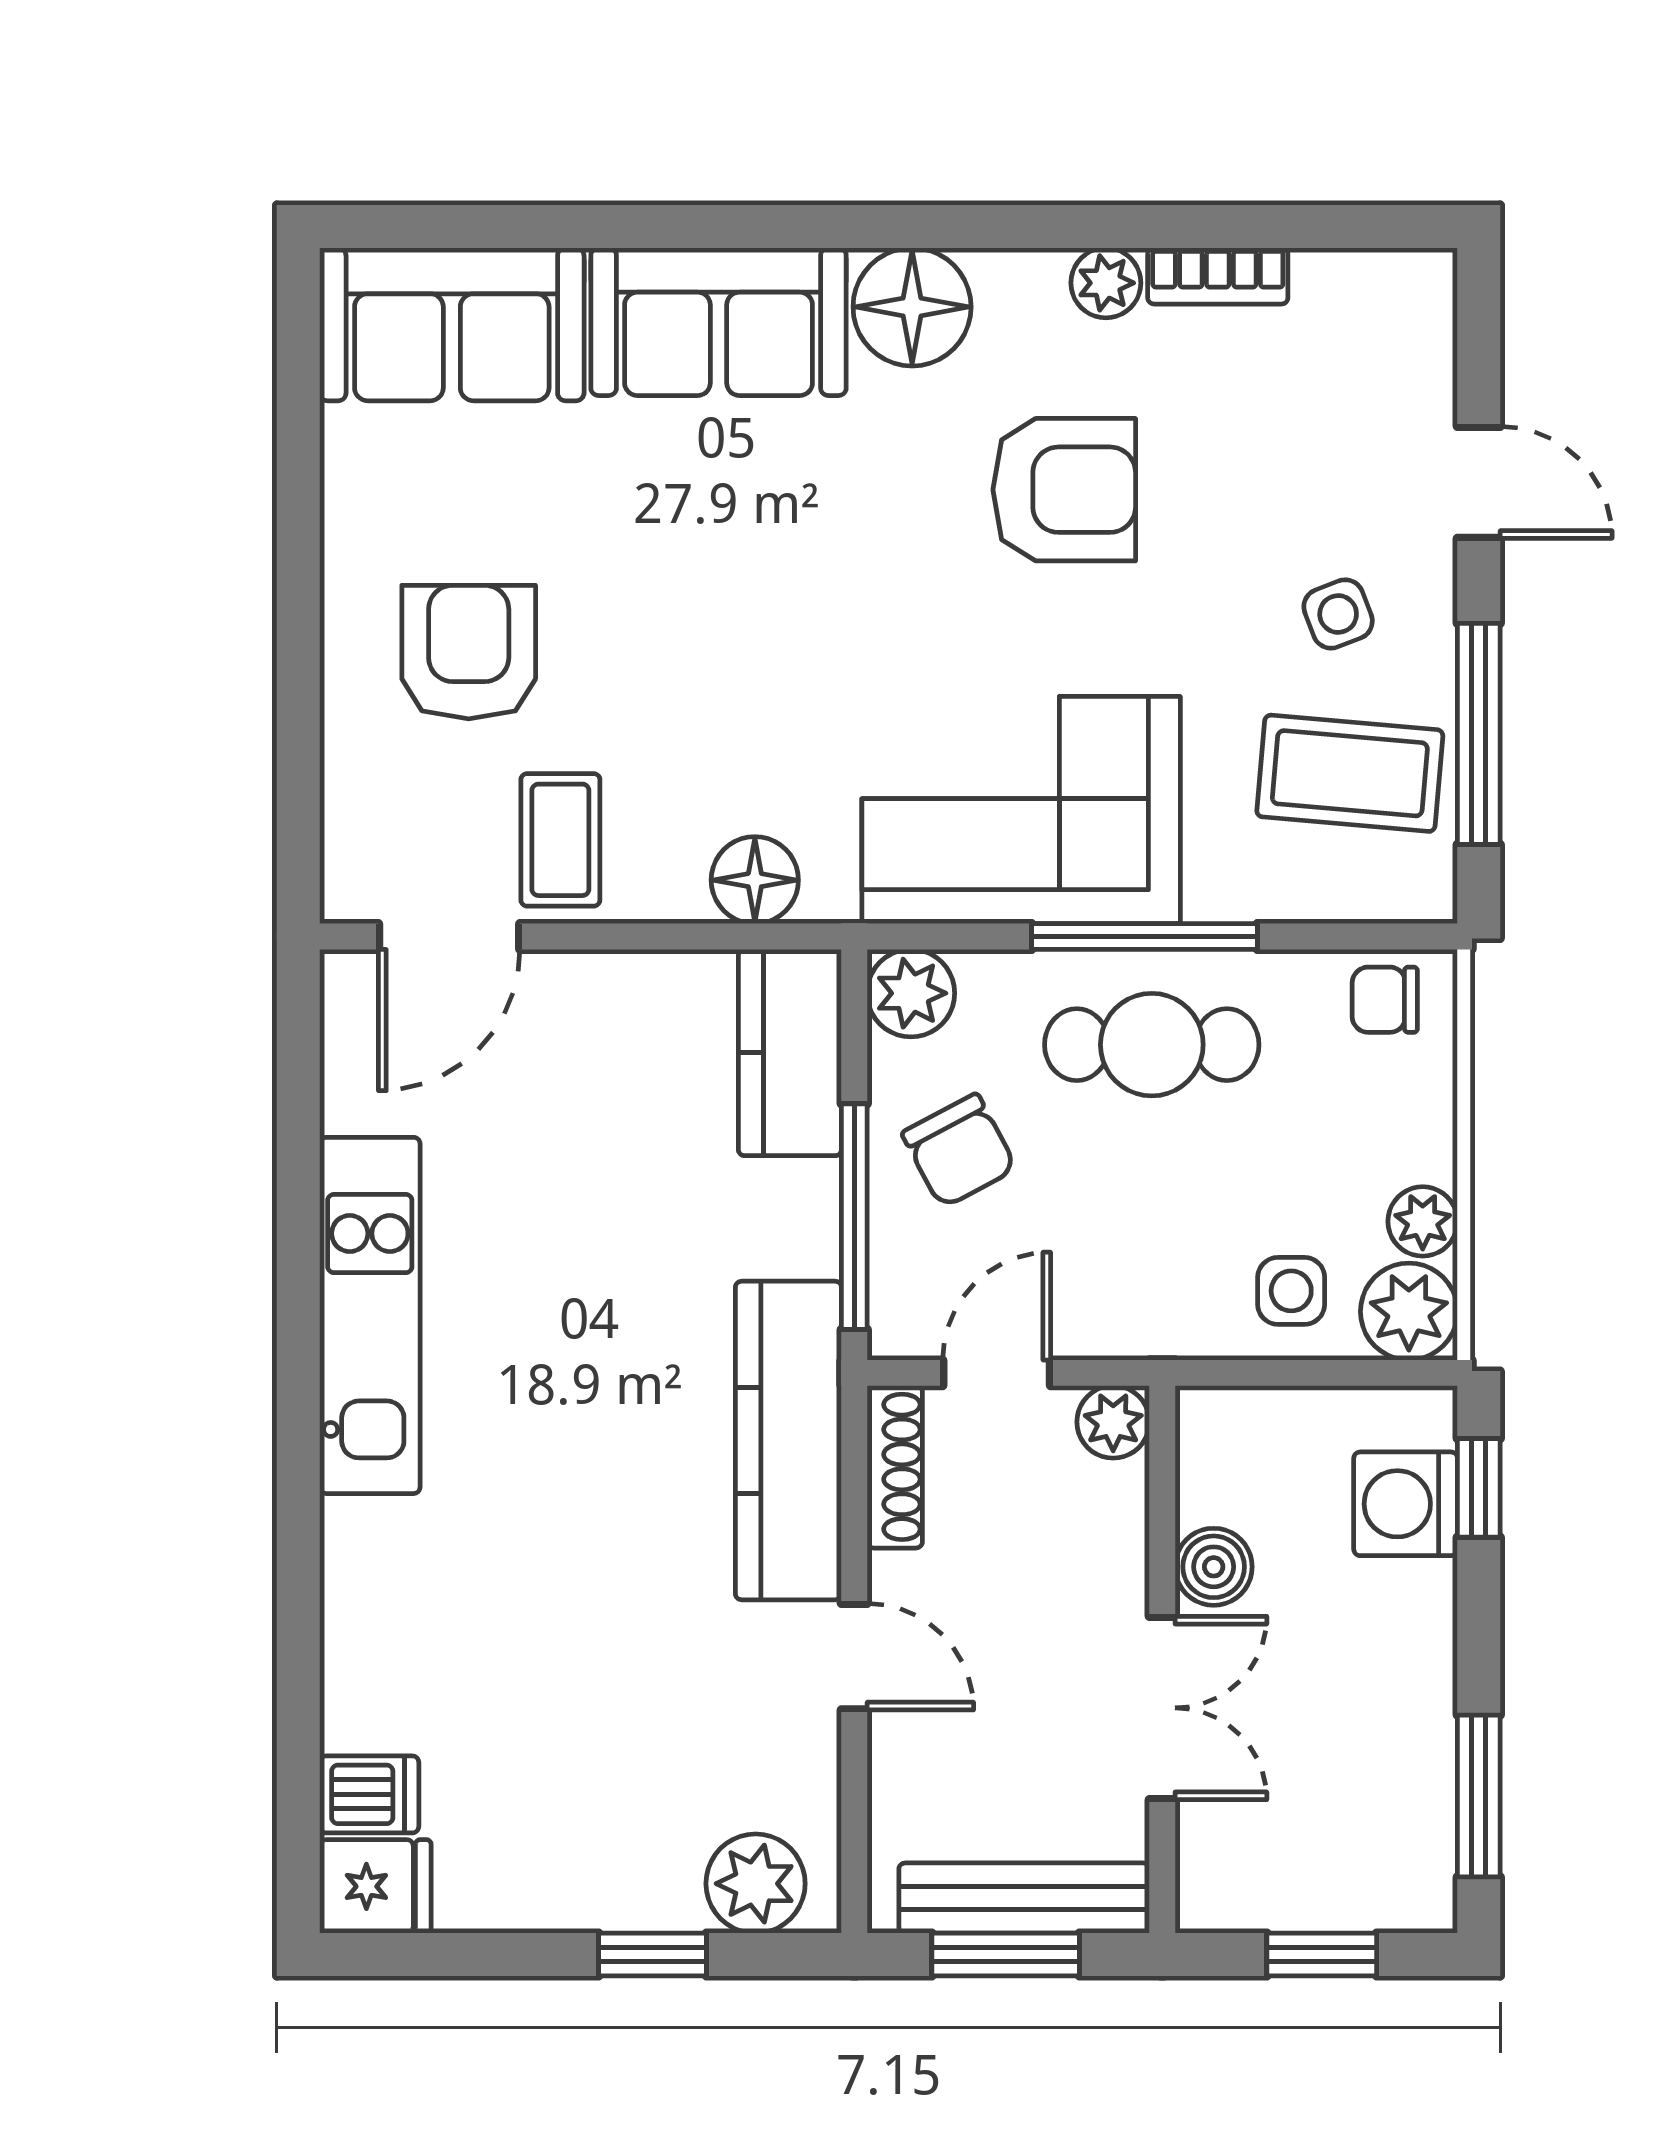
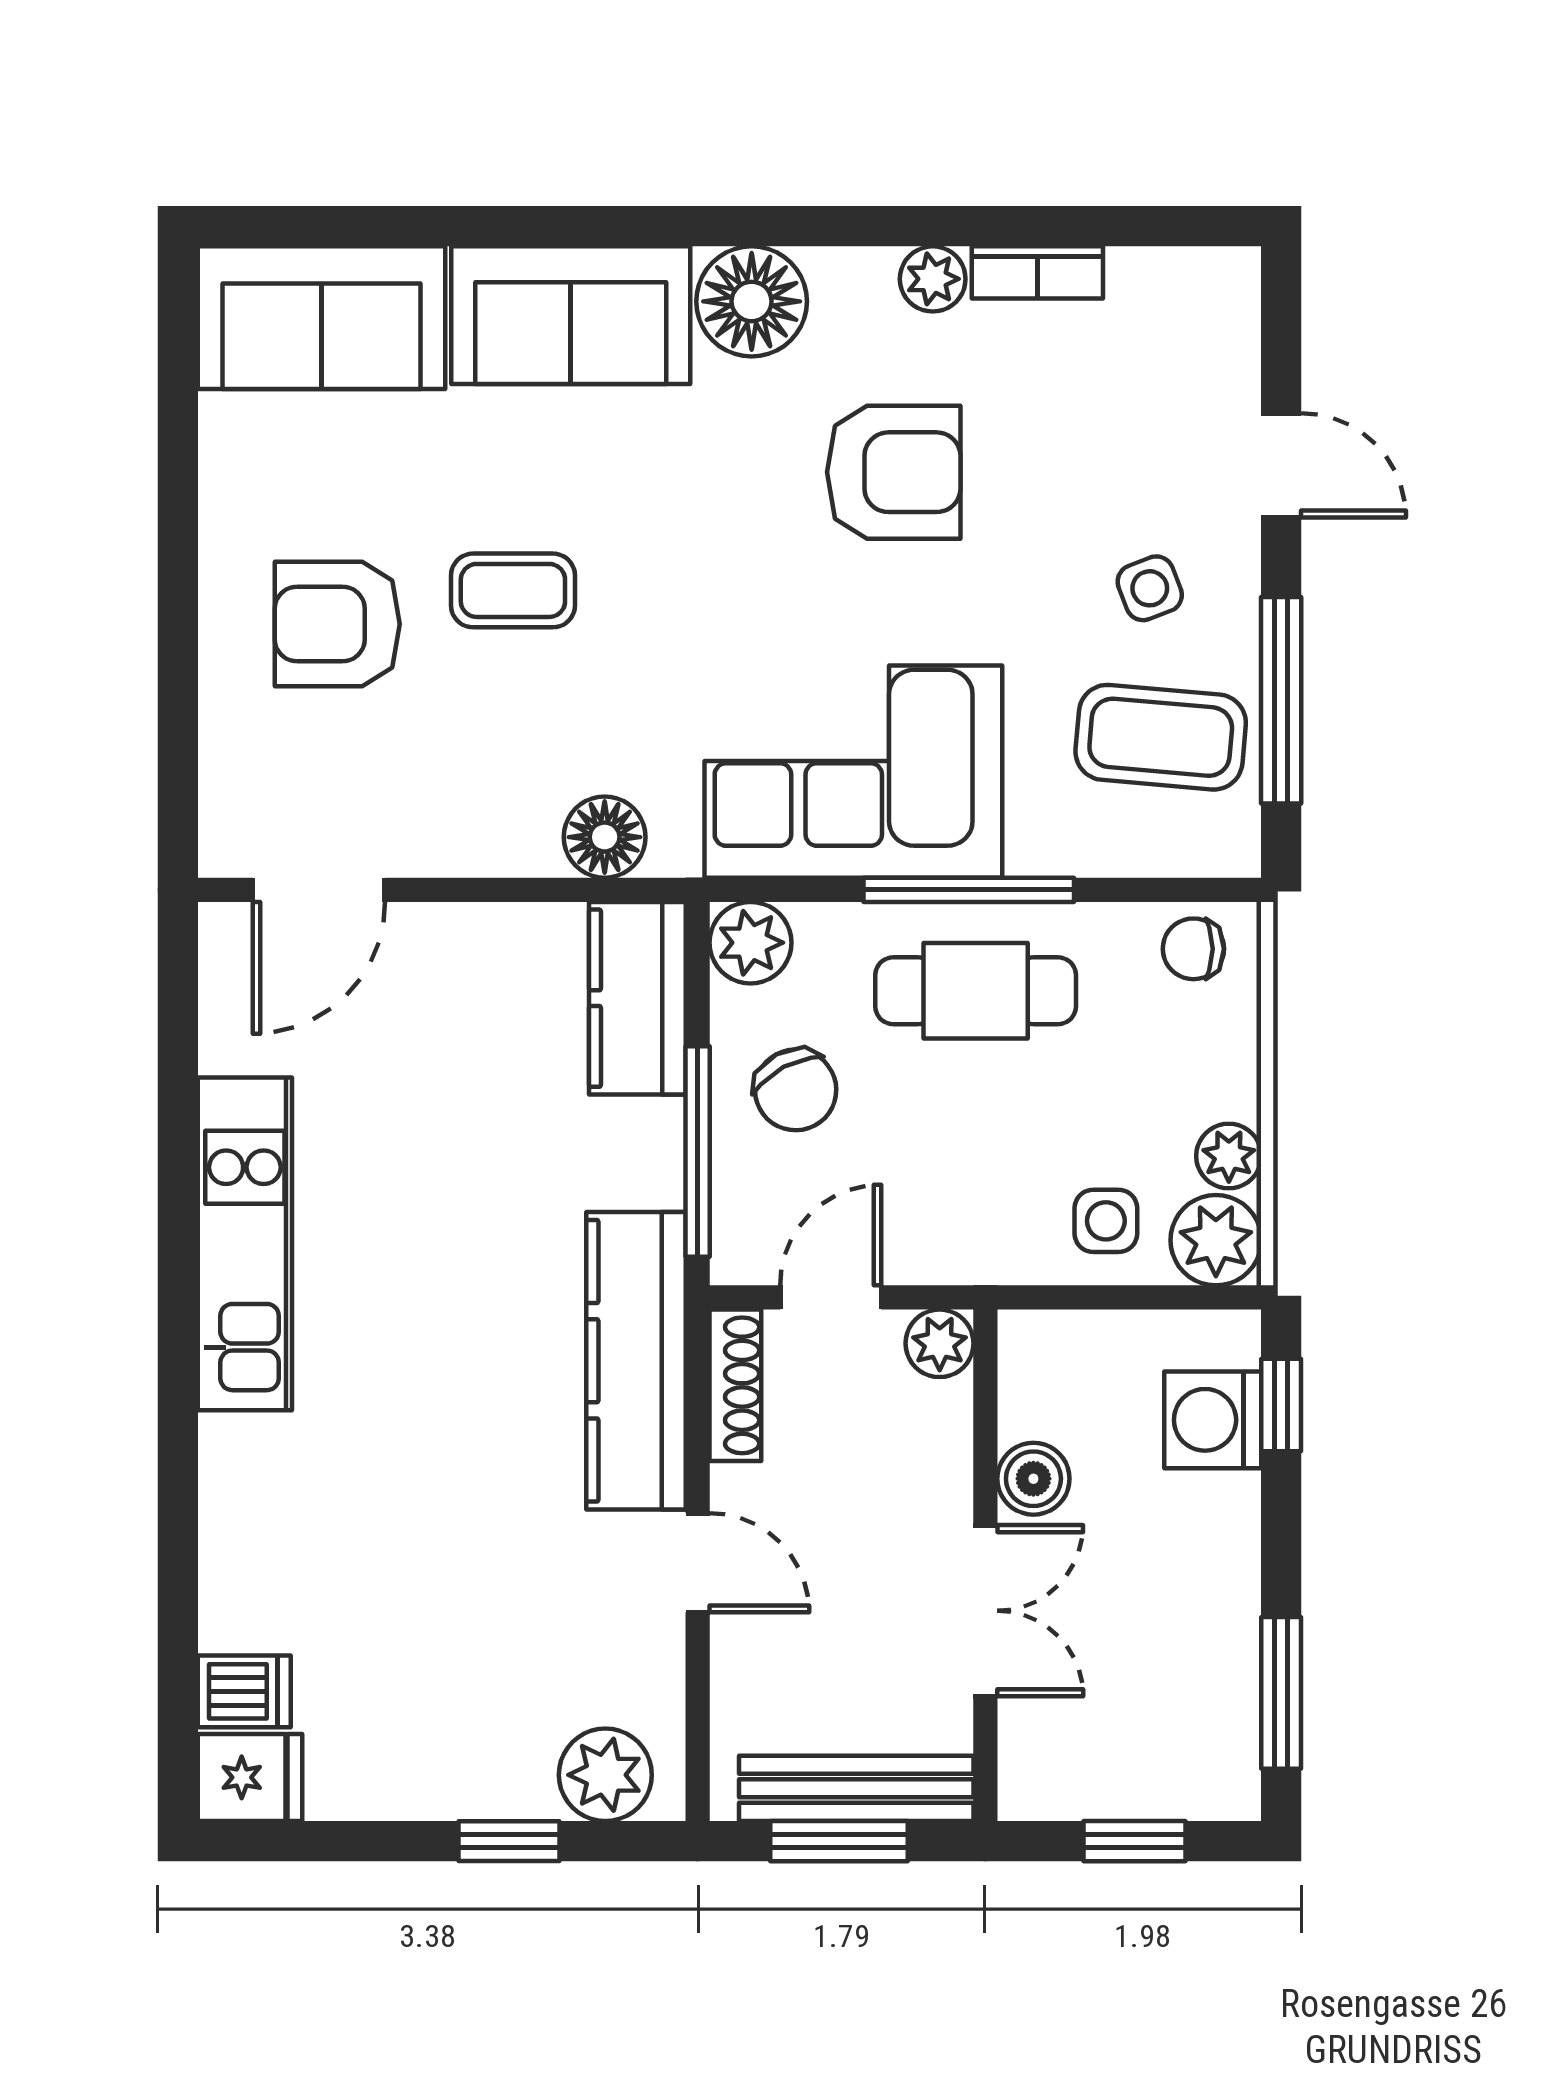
armchair: (469, 652) -> (337, 624), turned -90
coffee table: (560, 840) -> (513, 590), moved, turned 90

